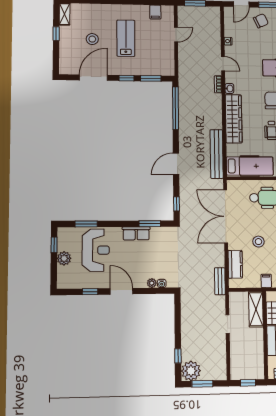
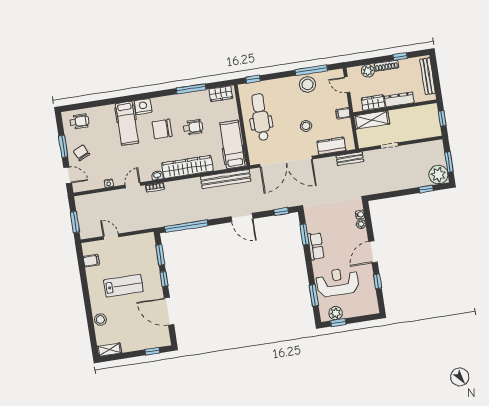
window: (56, 34) -> (152, 351), moved
lab bench: (126, 38) -> (123, 286), turned 180
stool: (92, 39) -> (100, 320), moved
plant: (64, 258) -> (336, 313), moved

